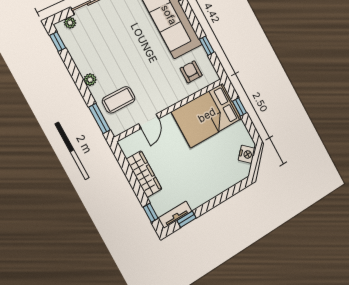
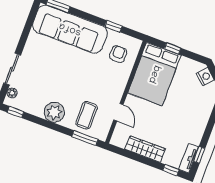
armchair: (191, 72) -> (118, 54), turned 90
plant: (90, 80) -> (54, 112), width x1.88, depth x1.88

